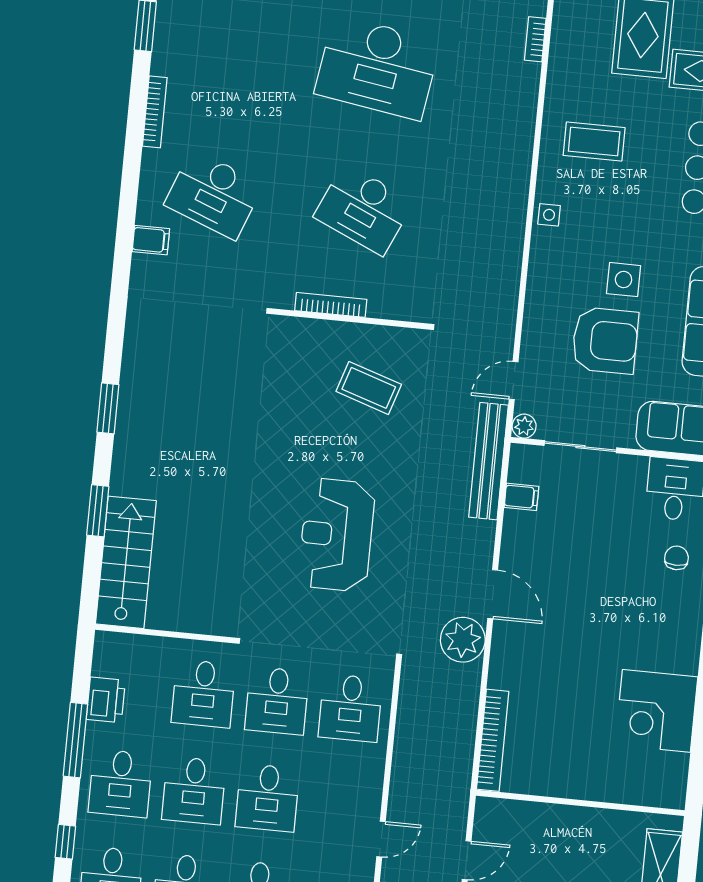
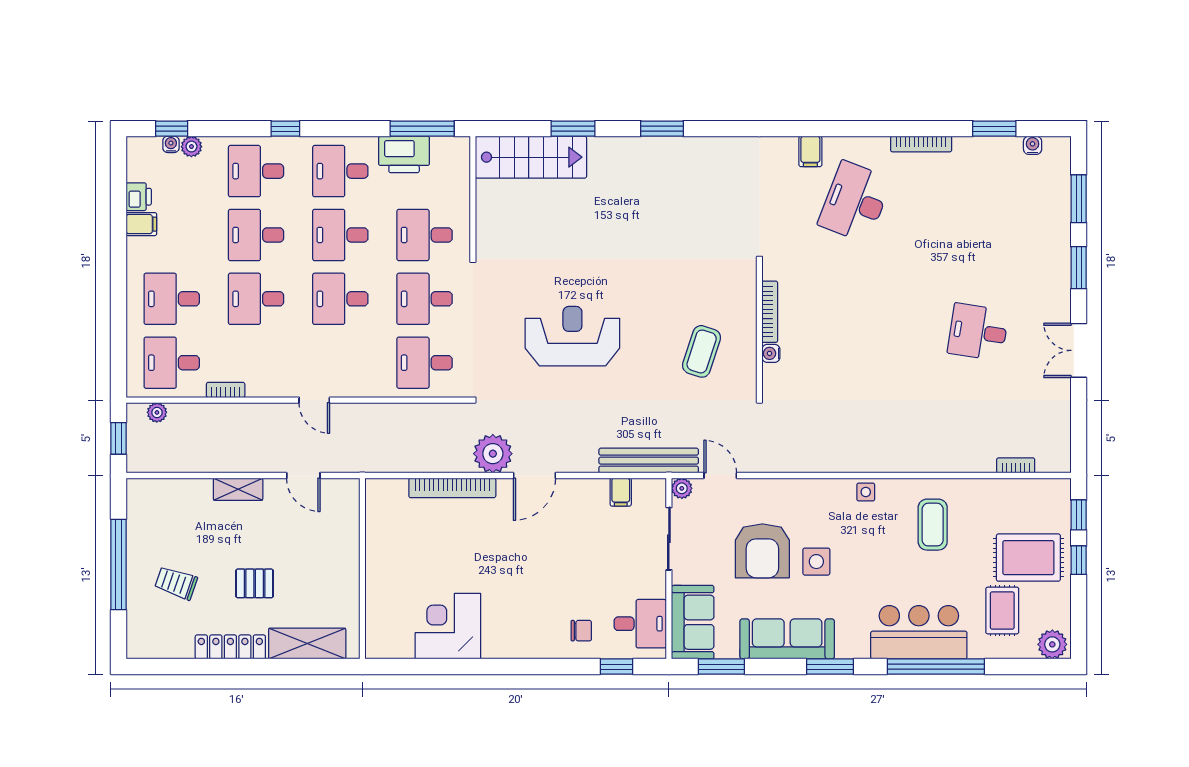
desk: (378, 68) -> (978, 332), width x0.53, depth x0.77
desk: (364, 209) -> (855, 332), removed
water cooler: (379, 308) -> (771, 353), added
printer: (106, 700) -> (404, 154), width x1.37, depth x1.19
window: (75, 740) -> (422, 129), moved
bookcase: (493, 740) -> (452, 488), moved

